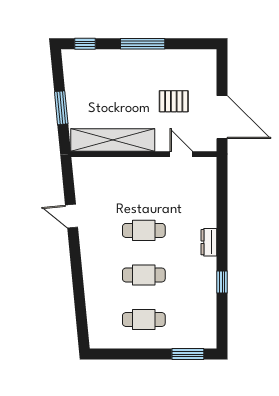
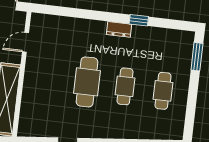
cafe table: (144, 230) -> (87, 82), width x1.37, depth x1.35
dresser: (209, 242) -> (119, 29), moved

